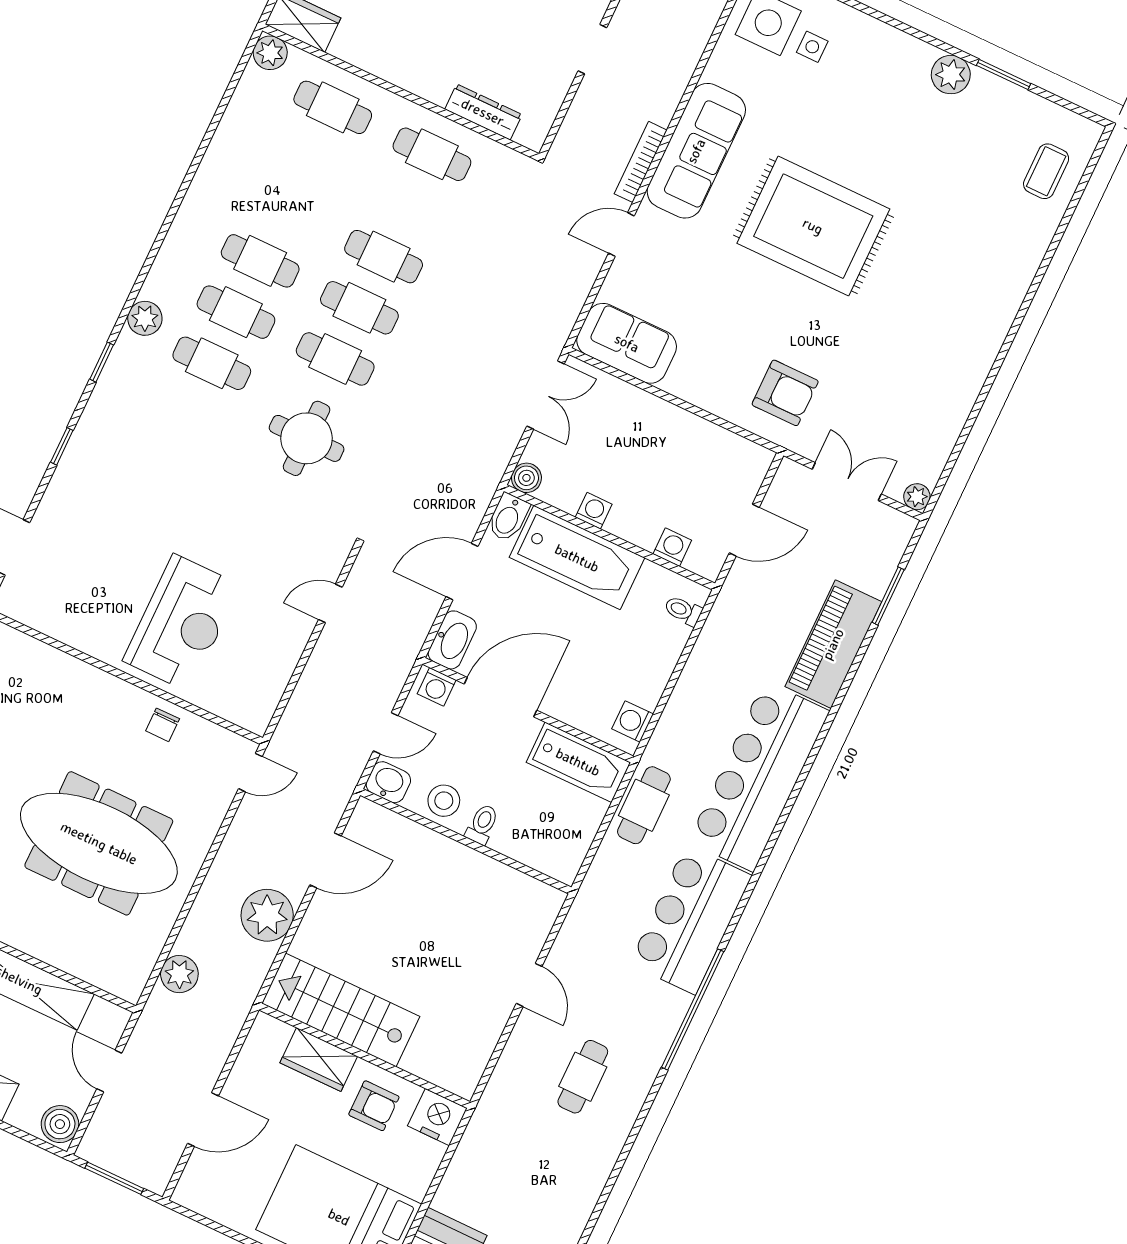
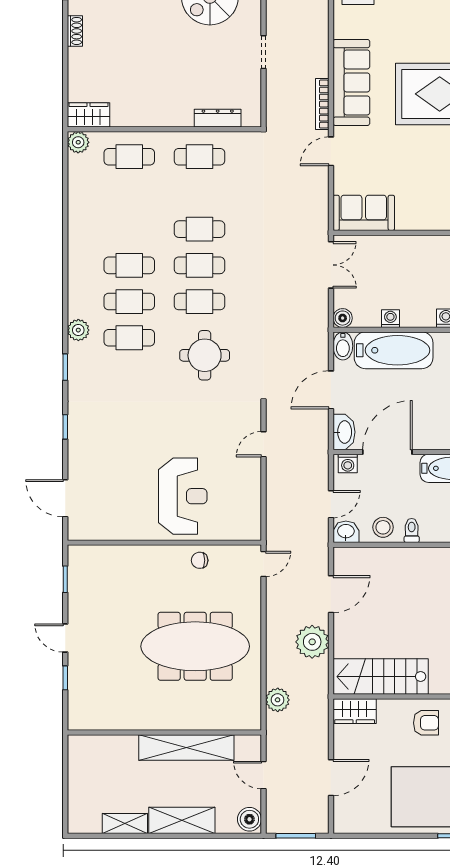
chair: (163, 725) -> (200, 560), turned 90
wardrobe: (319, 1060) -> (355, 711), moved

